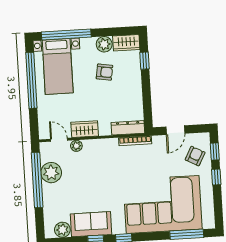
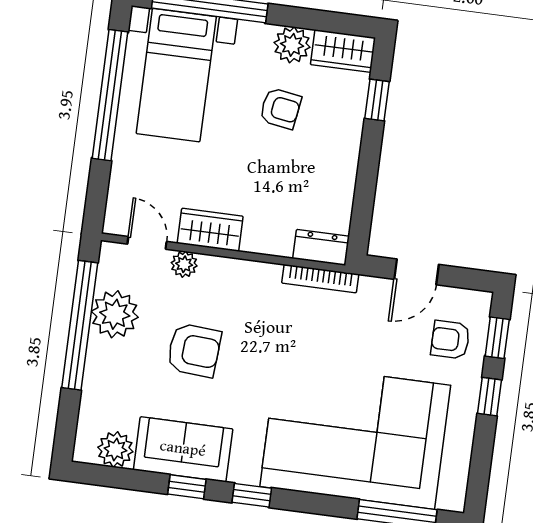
dresser: (128, 128) -> (321, 247), width x0.70
armchair: (195, 156) -> (450, 340), turned -118
armchair: (88, 181) -> (194, 350), added

